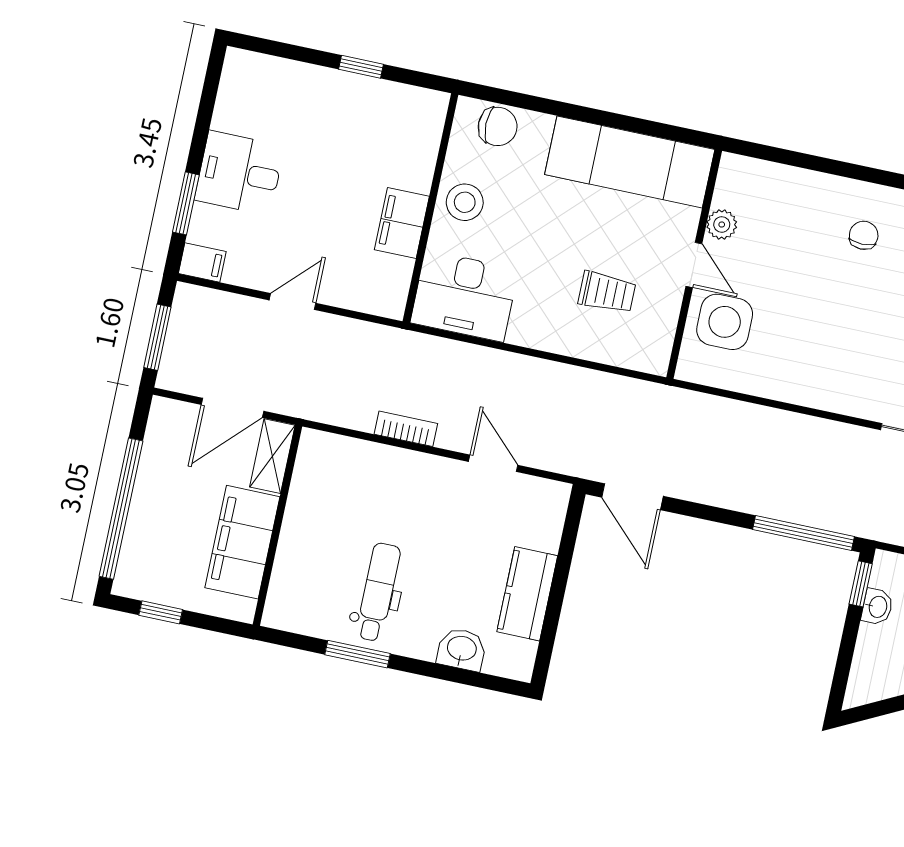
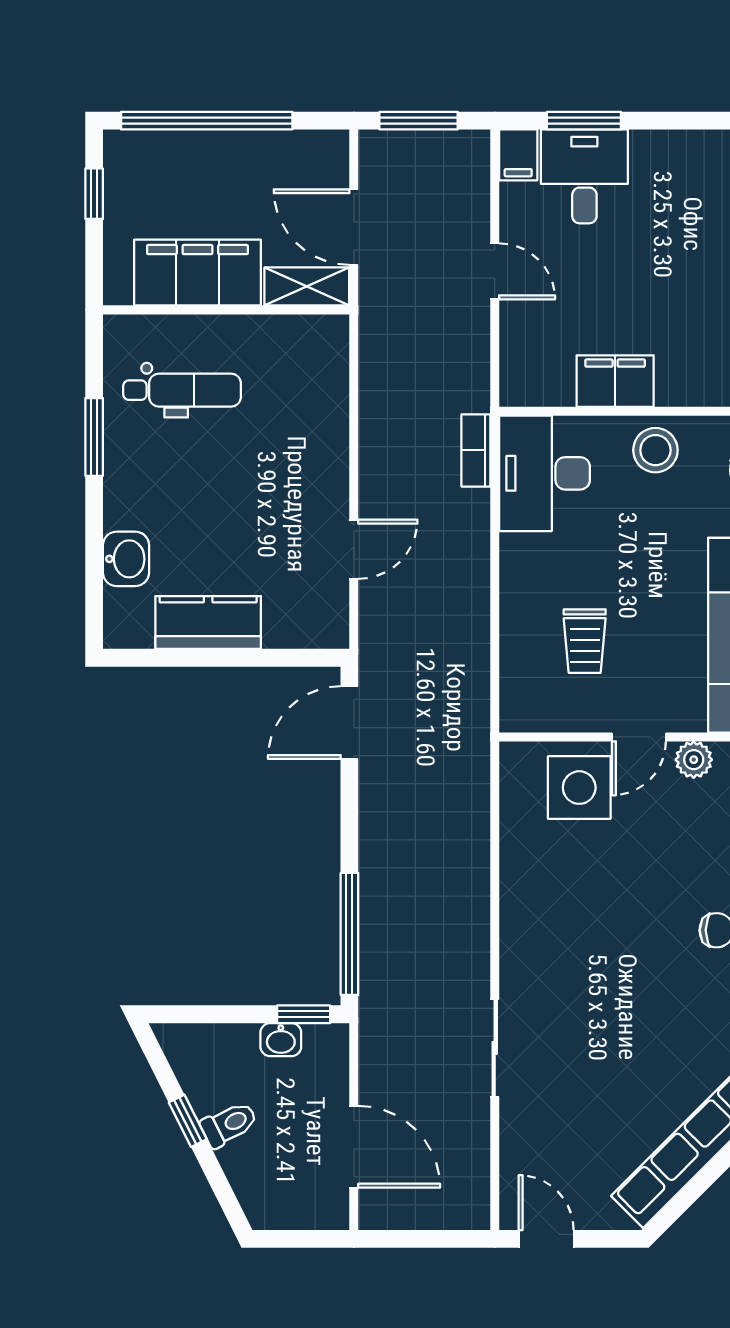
desk: (239, 173) -> (584, 176), moved
bookcase: (406, 429) -> (476, 450), moved, turned 180
dental chair: (378, 592) -> (182, 390), moved

